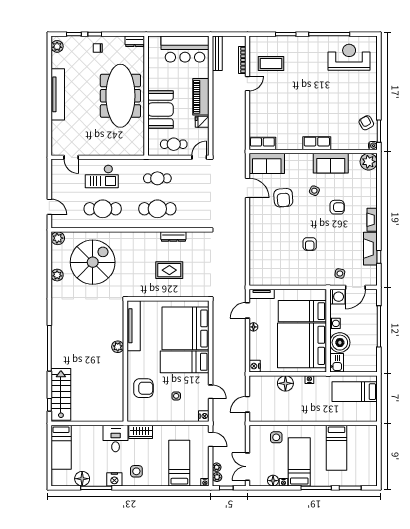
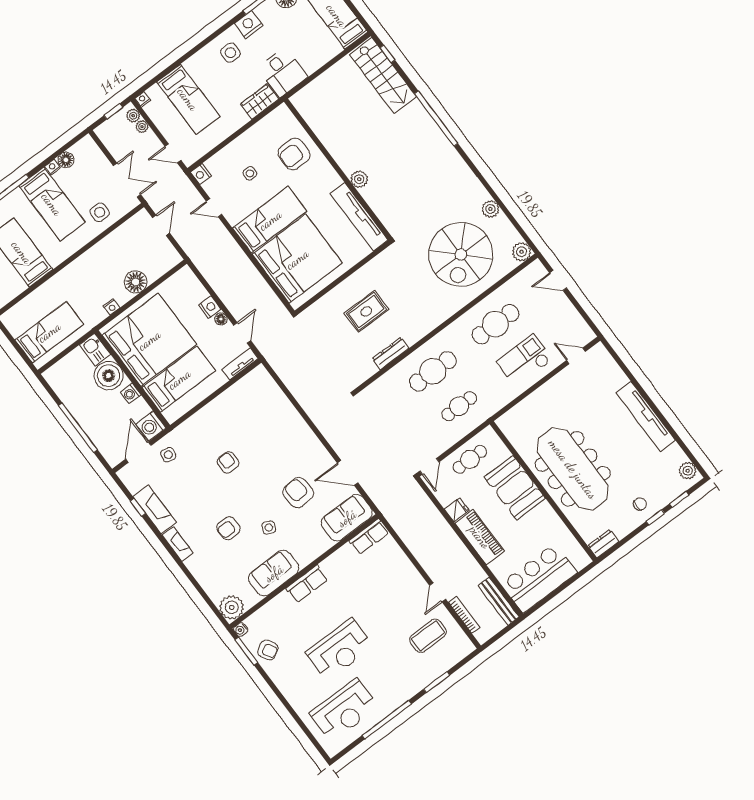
reception desk: (326, 93) -> (340, 649), added
nightstand: (255, 366) -> (210, 307), moved
double door: (247, 467) -> (127, 180), moved

